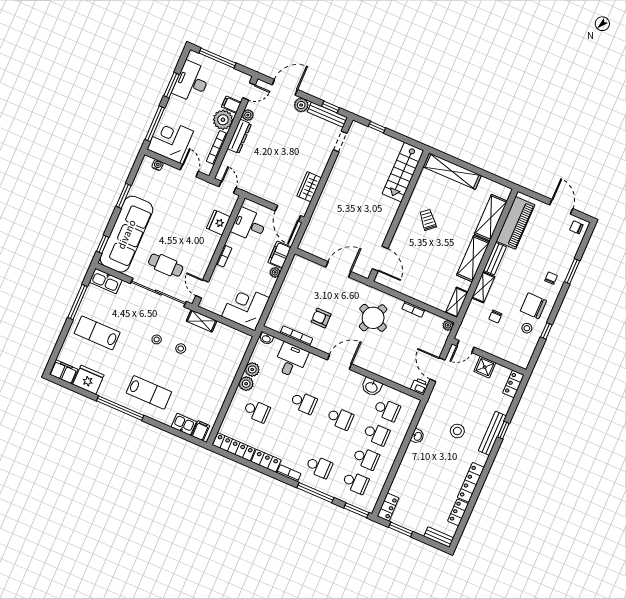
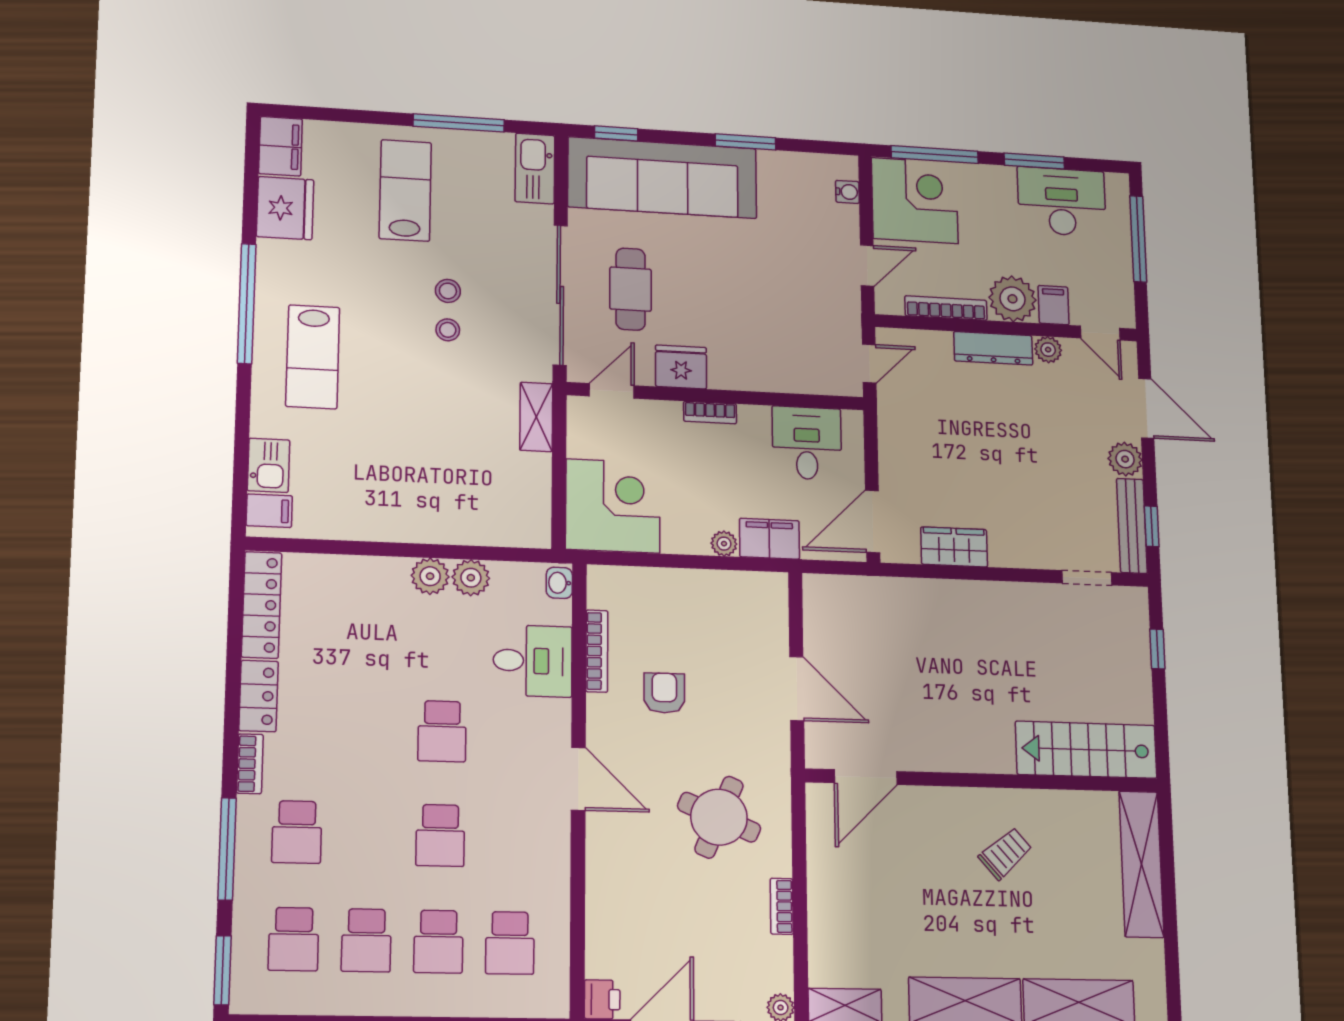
fridge: (218, 222) -> (681, 367), moved
stool: (181, 349) -> (448, 291), moved
washbasin: (372, 387) -> (550, 882), removed
school desk: (257, 411) -> (374, 626), removed

